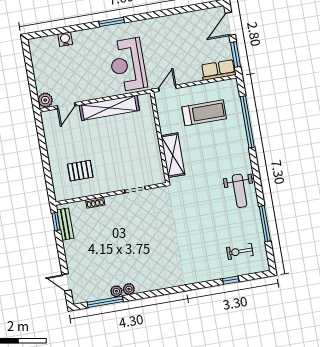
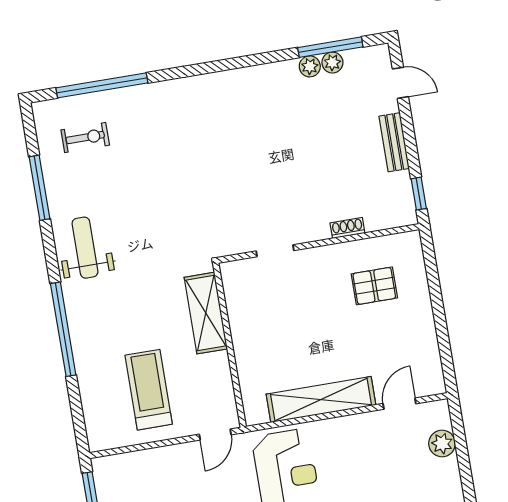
row of seats: (218, 70) -> (122, 467), removed
plant: (45, 100) -> (442, 443), moved
treadmill: (204, 113) -> (149, 390), turned 90
window: (247, 122) -> (63, 329), moved
bench: (65, 224) -> (394, 142), moved
window: (231, 280) -> (102, 85), width x3.17
plant: (129, 289) -> (332, 63), moved

